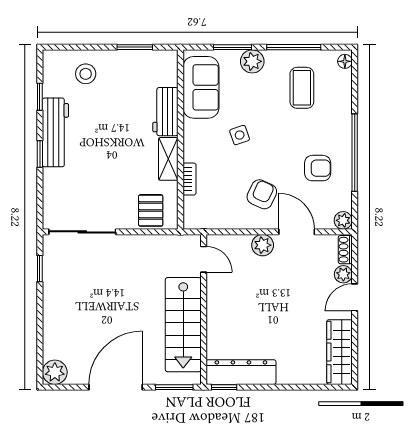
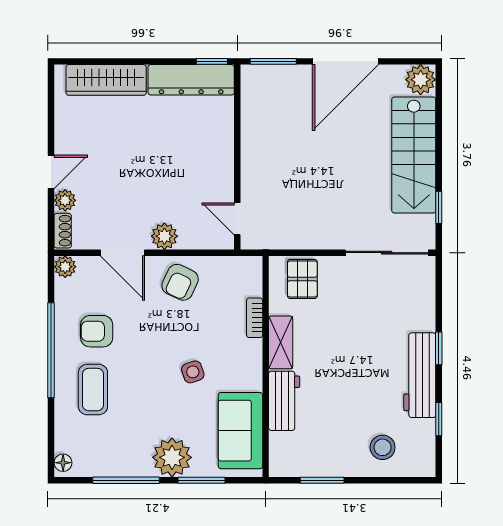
plant: (252, 61) -> (172, 457), width x1.36, depth x1.36
coffee table: (302, 88) -> (93, 390), moved
armchair: (262, 194) -> (180, 282), moved
stairs: (183, 325) -> (414, 155), moved, turned 180
wardrobe: (340, 352) -> (106, 80), moved, turned 90

